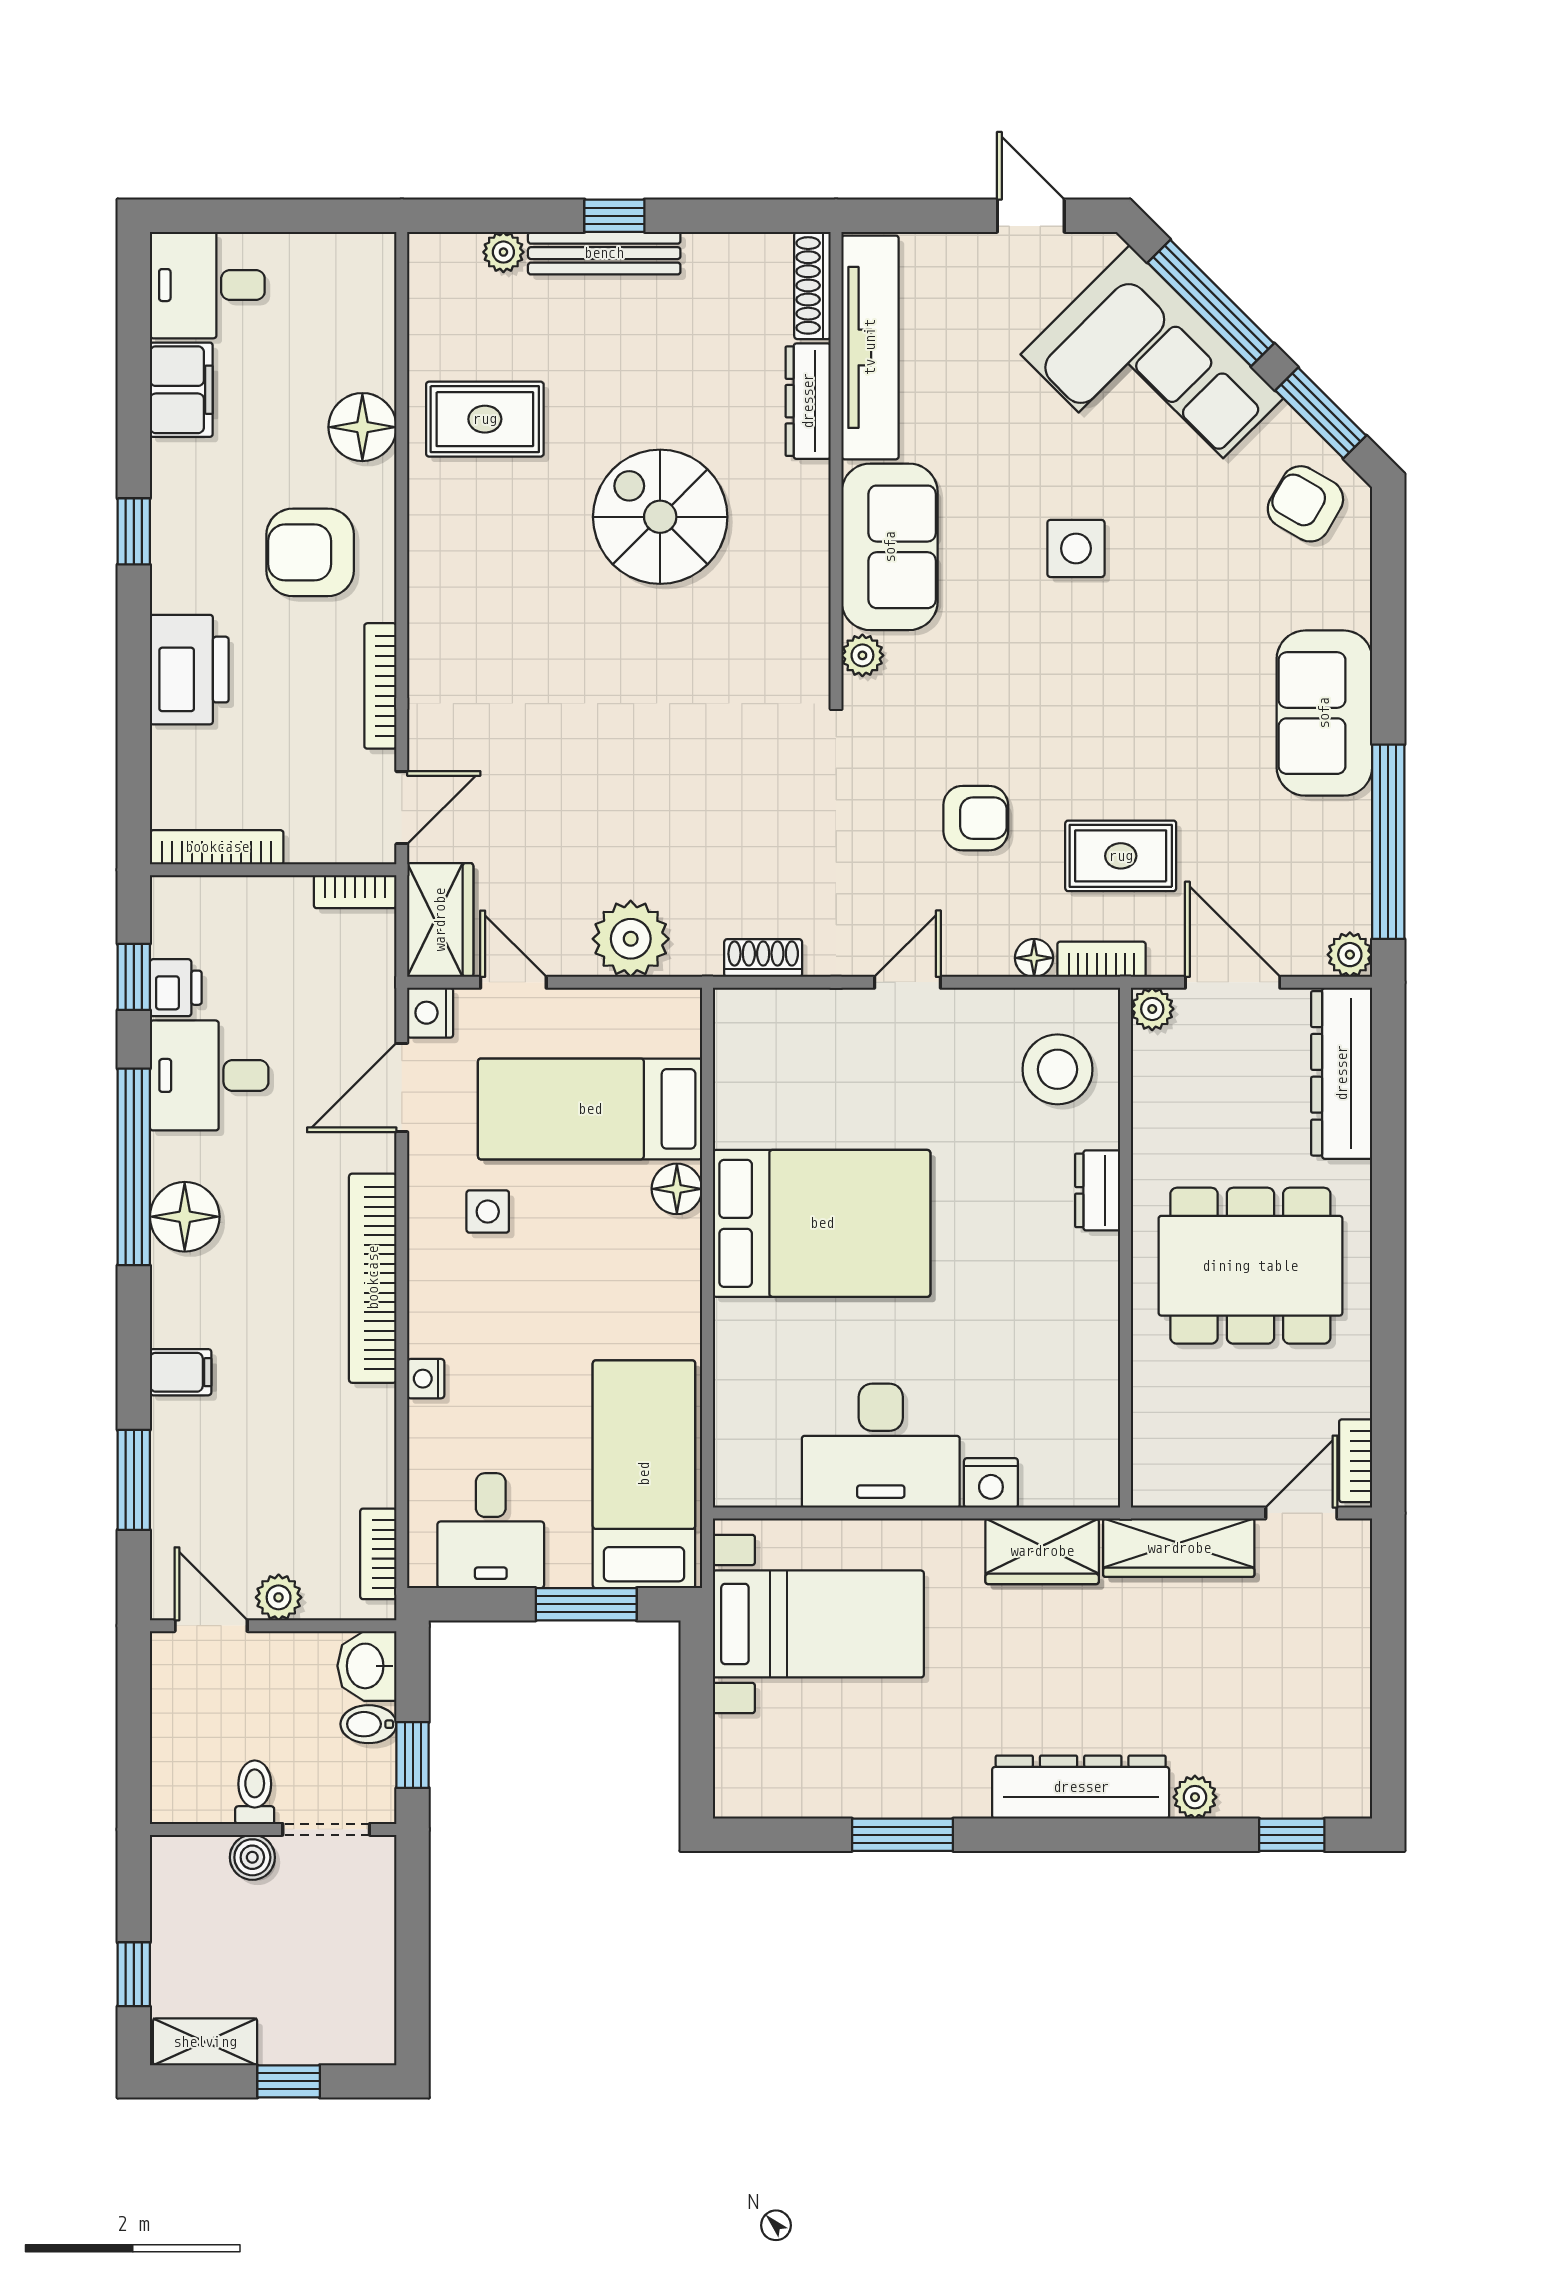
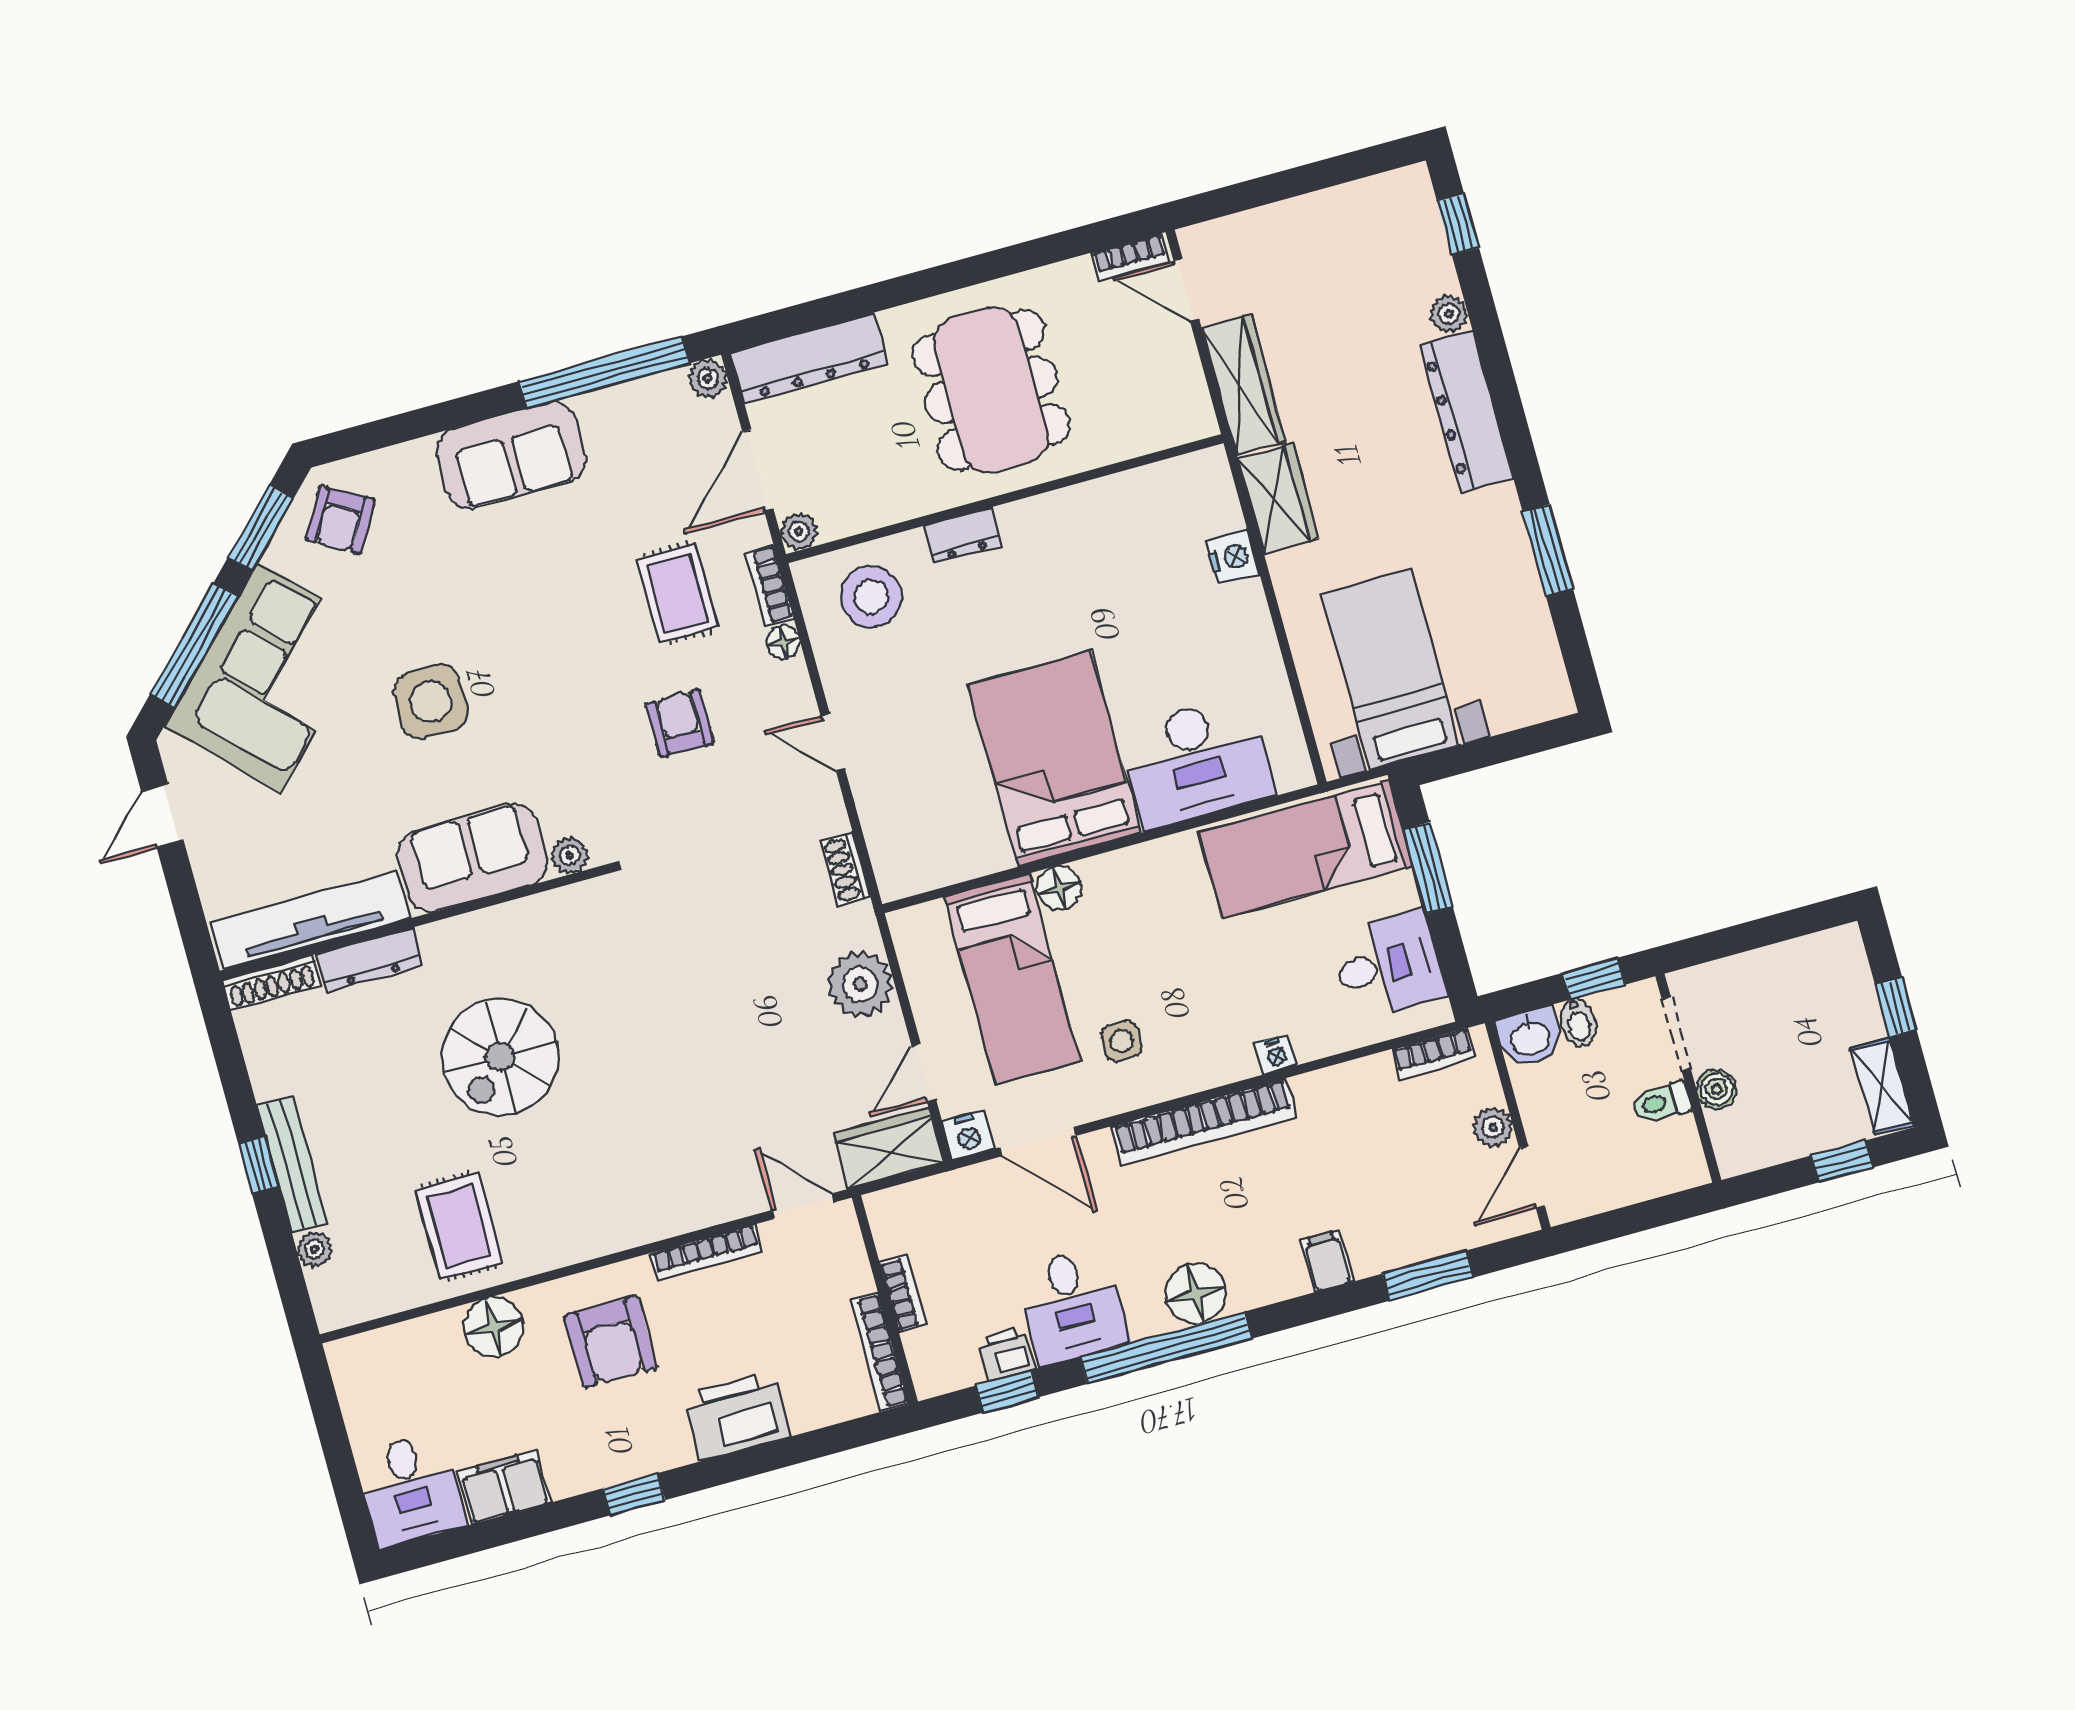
side table: (1076, 548) -> (431, 701), width x1.37, depth x1.37
bookcase: (355, 892) -> (903, 1294), moved
desk: (881, 1446) -> (1196, 762), moved, turned 90

